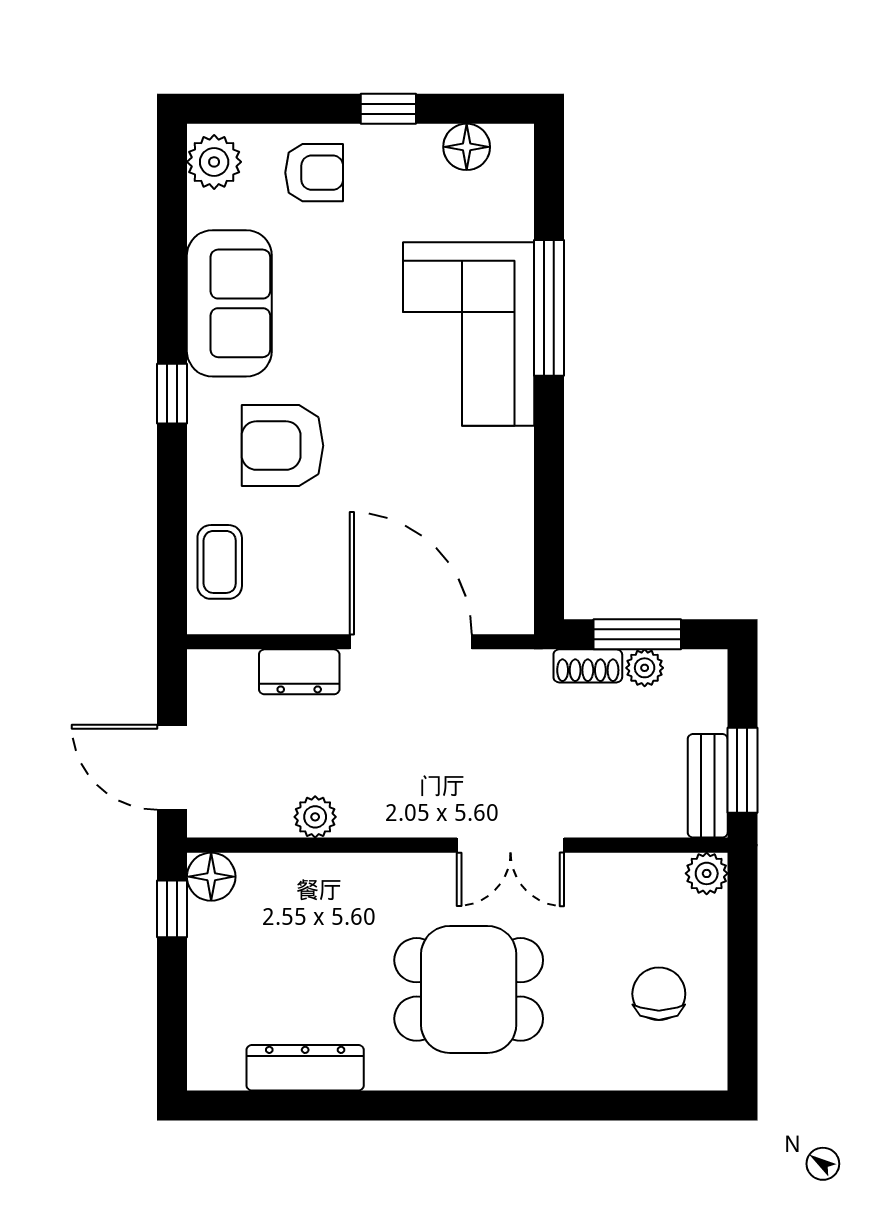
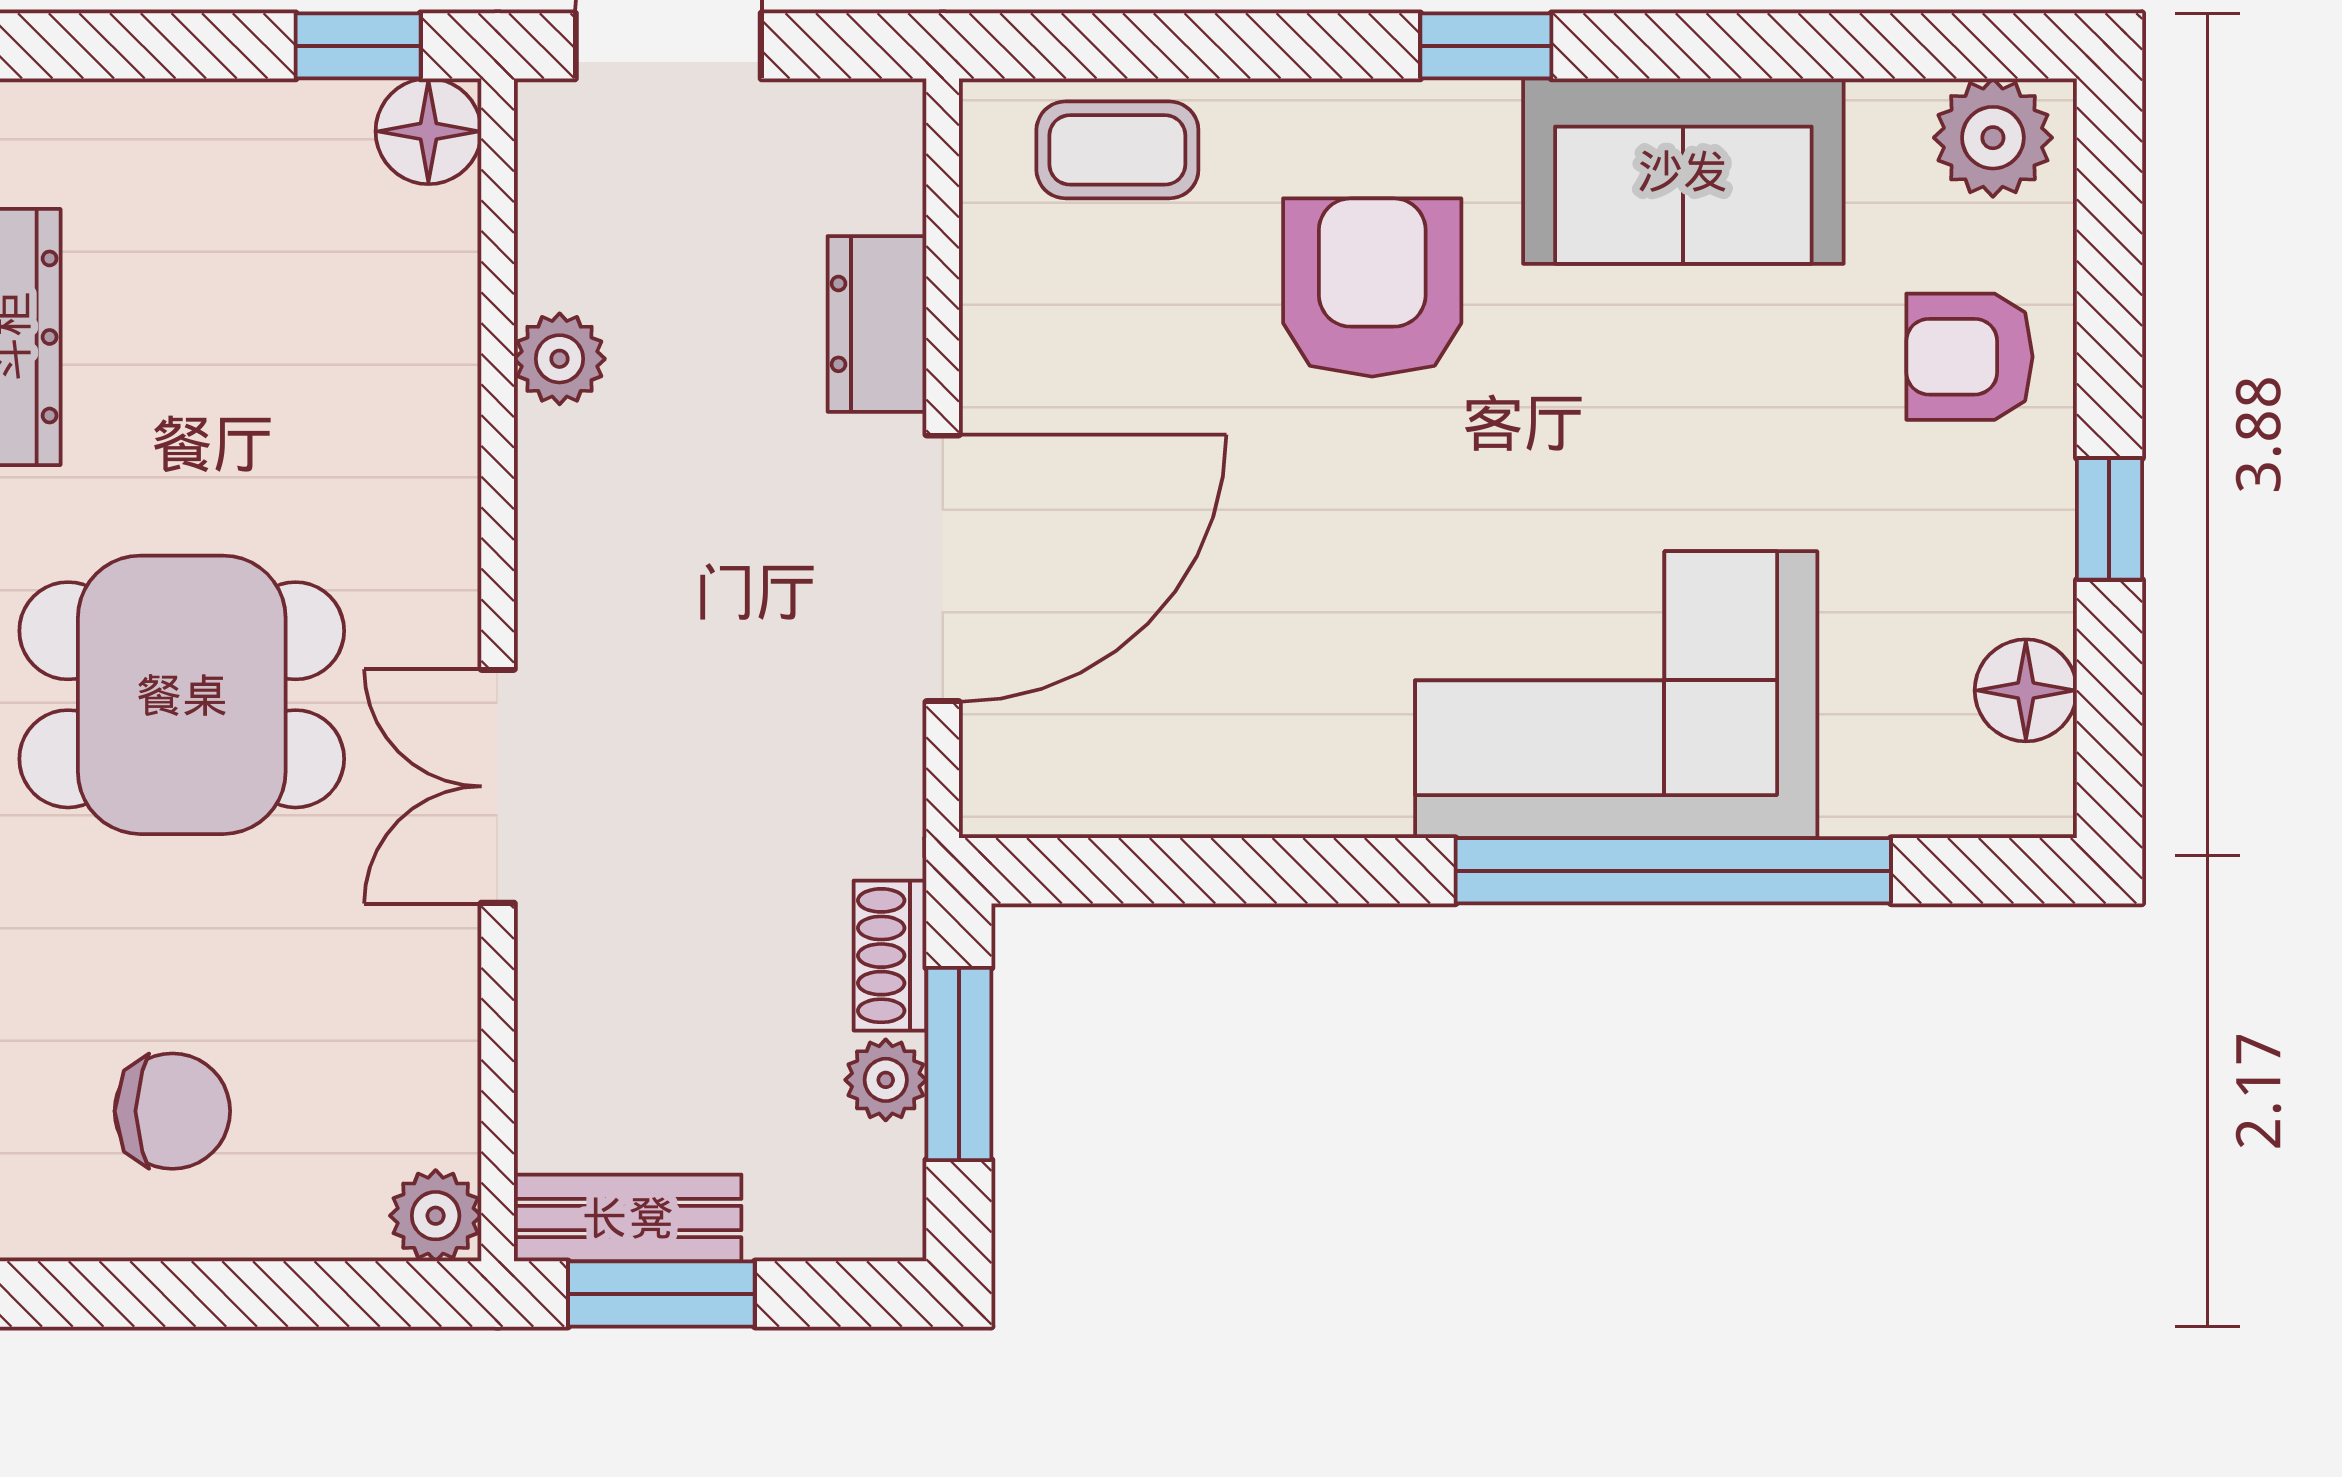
armchair: (314, 173) -> (1969, 357), turned 90
window: (549, 308) -> (1673, 871), width x1.46
dining table: (469, 989) -> (182, 695), turned 90

